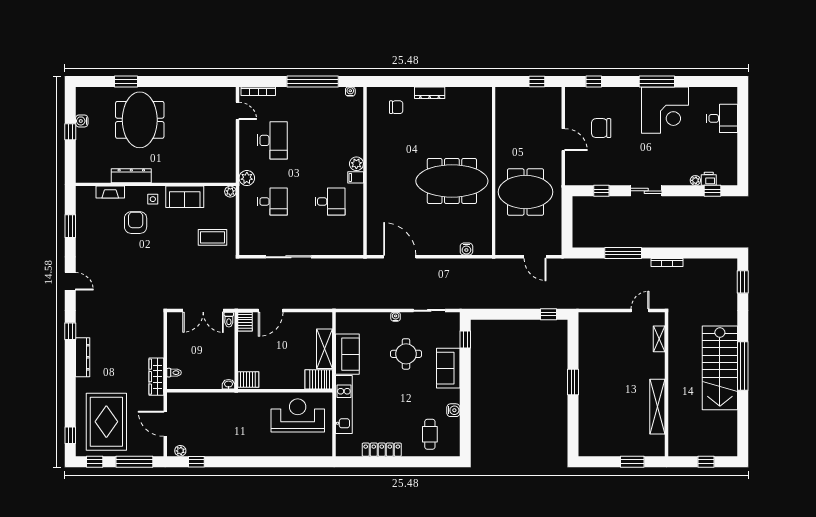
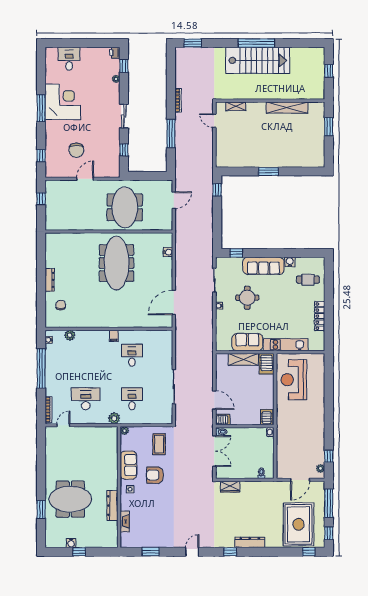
plant: (356, 164) -> (70, 335), moved
printer: (709, 179) -> (115, 53), moved
armchair: (136, 223) -> (155, 475), moved
sofa: (448, 368) -> (263, 266), width x1.36
wardrobe: (156, 377) -> (230, 487), moved, width x0.67
rug: (106, 422) -> (299, 524), turned 90

